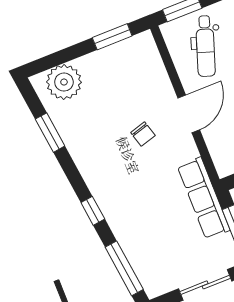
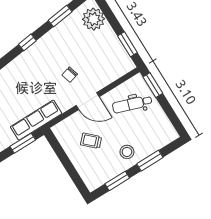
window: (93, 211) -> (27, 42), moved

